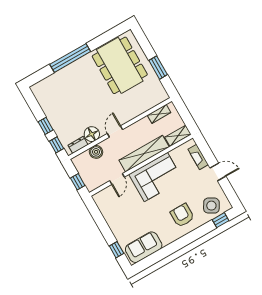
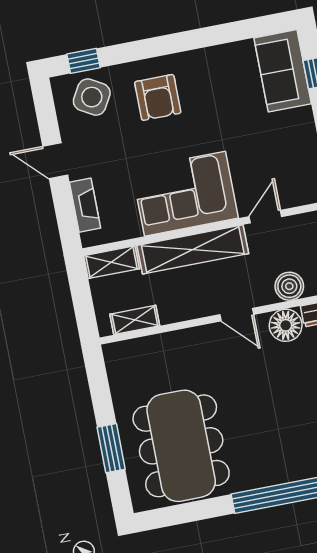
window: (158, 68) -> (111, 448), moved
door: (115, 132) -> (237, 315), hinge flipped
sofa: (144, 247) -> (283, 71), moved, turned 90

